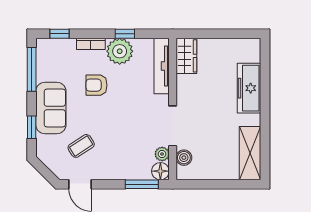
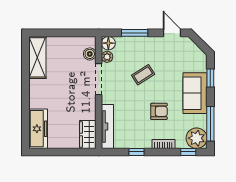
plant: (120, 51) -> (197, 138), moved
freezer: (249, 88) -> (38, 129), moved
coffee table: (81, 146) -> (143, 75), moved
window: (142, 184) -> (135, 33), moved

